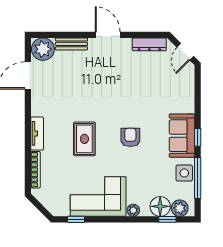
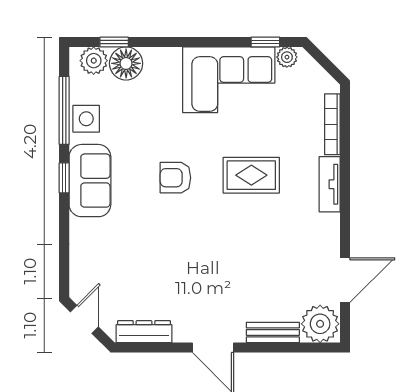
armchair: (130, 137) -> (175, 178), turned 90
rug: (84, 139) -> (251, 175), turned 90
plant: (133, 210) -> (287, 57), moved

